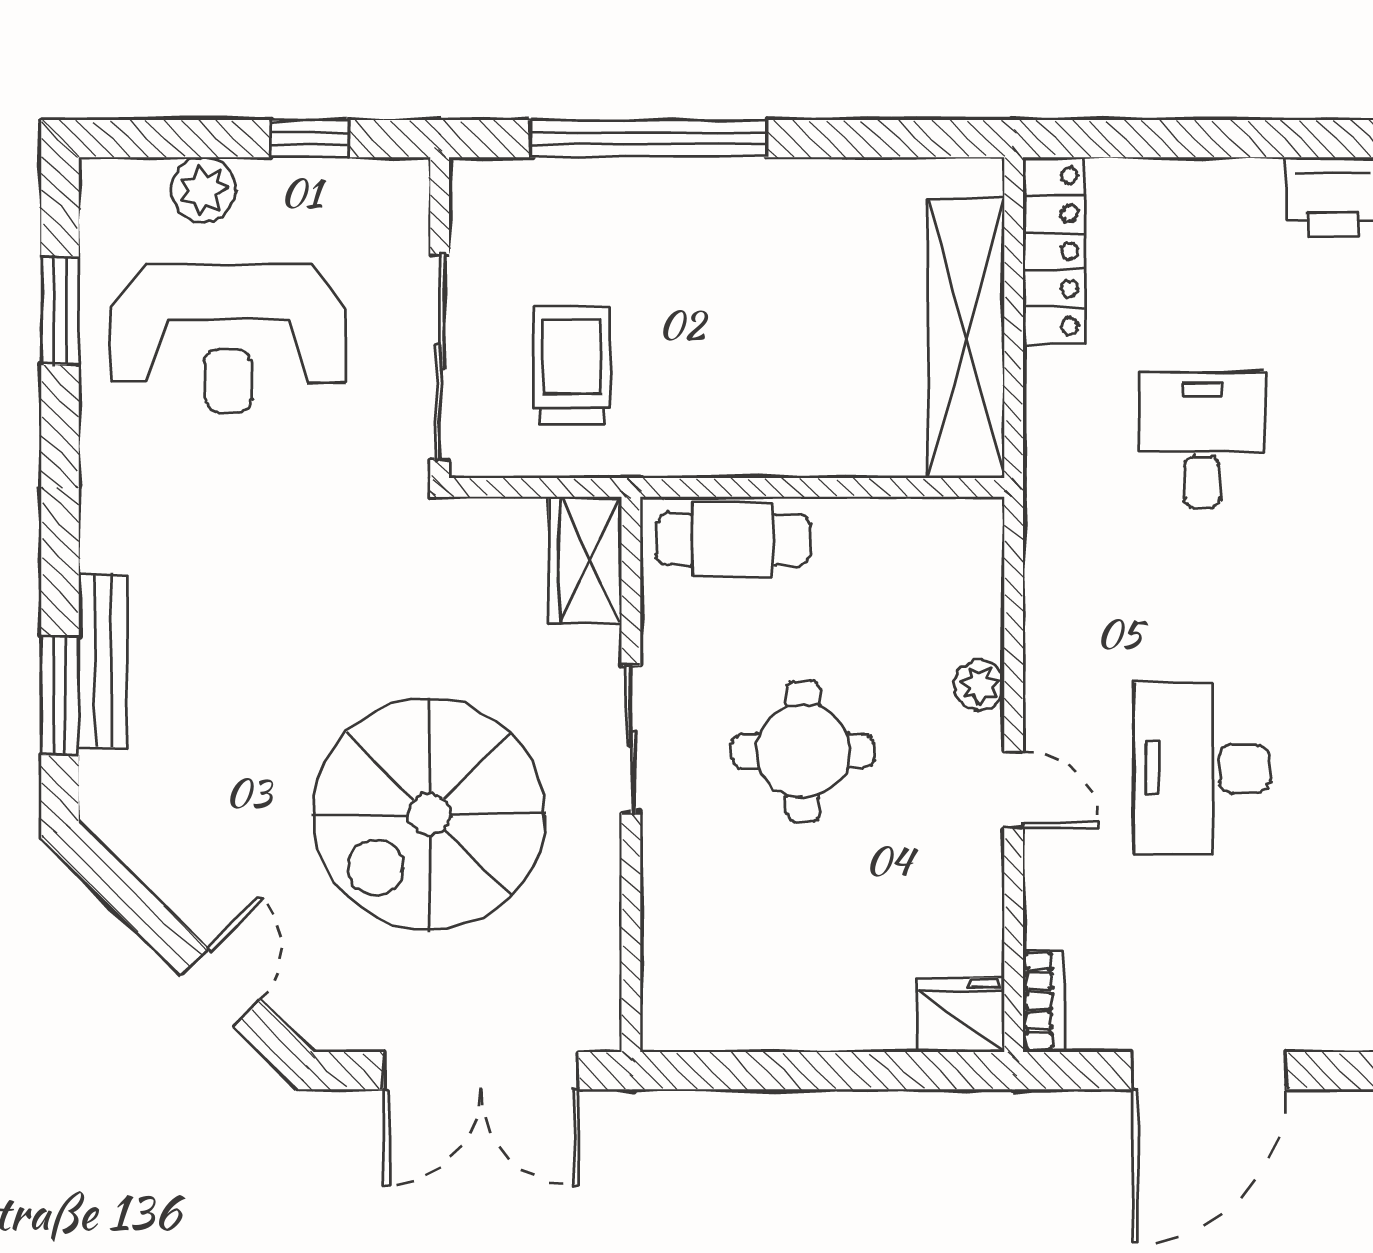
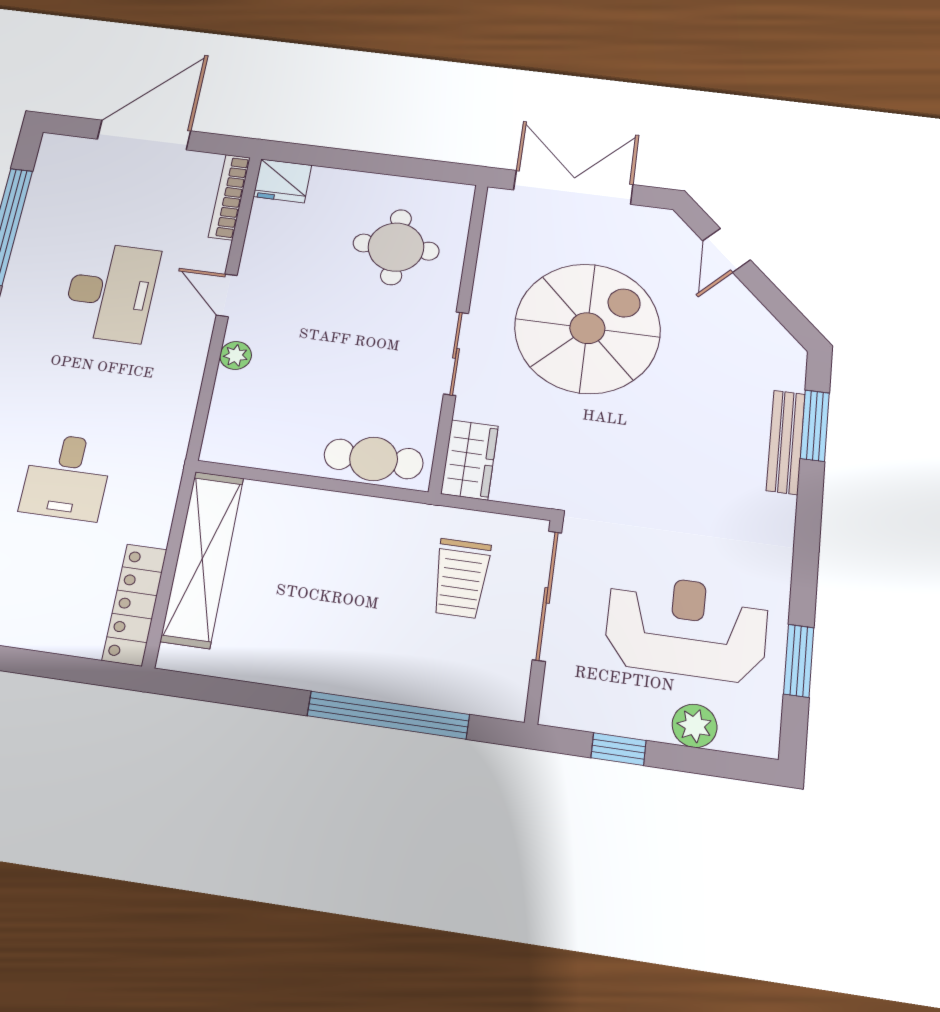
round table: (803, 751) -> (396, 247), moved
bookcase: (1043, 1001) -> (229, 197), width x1.56

